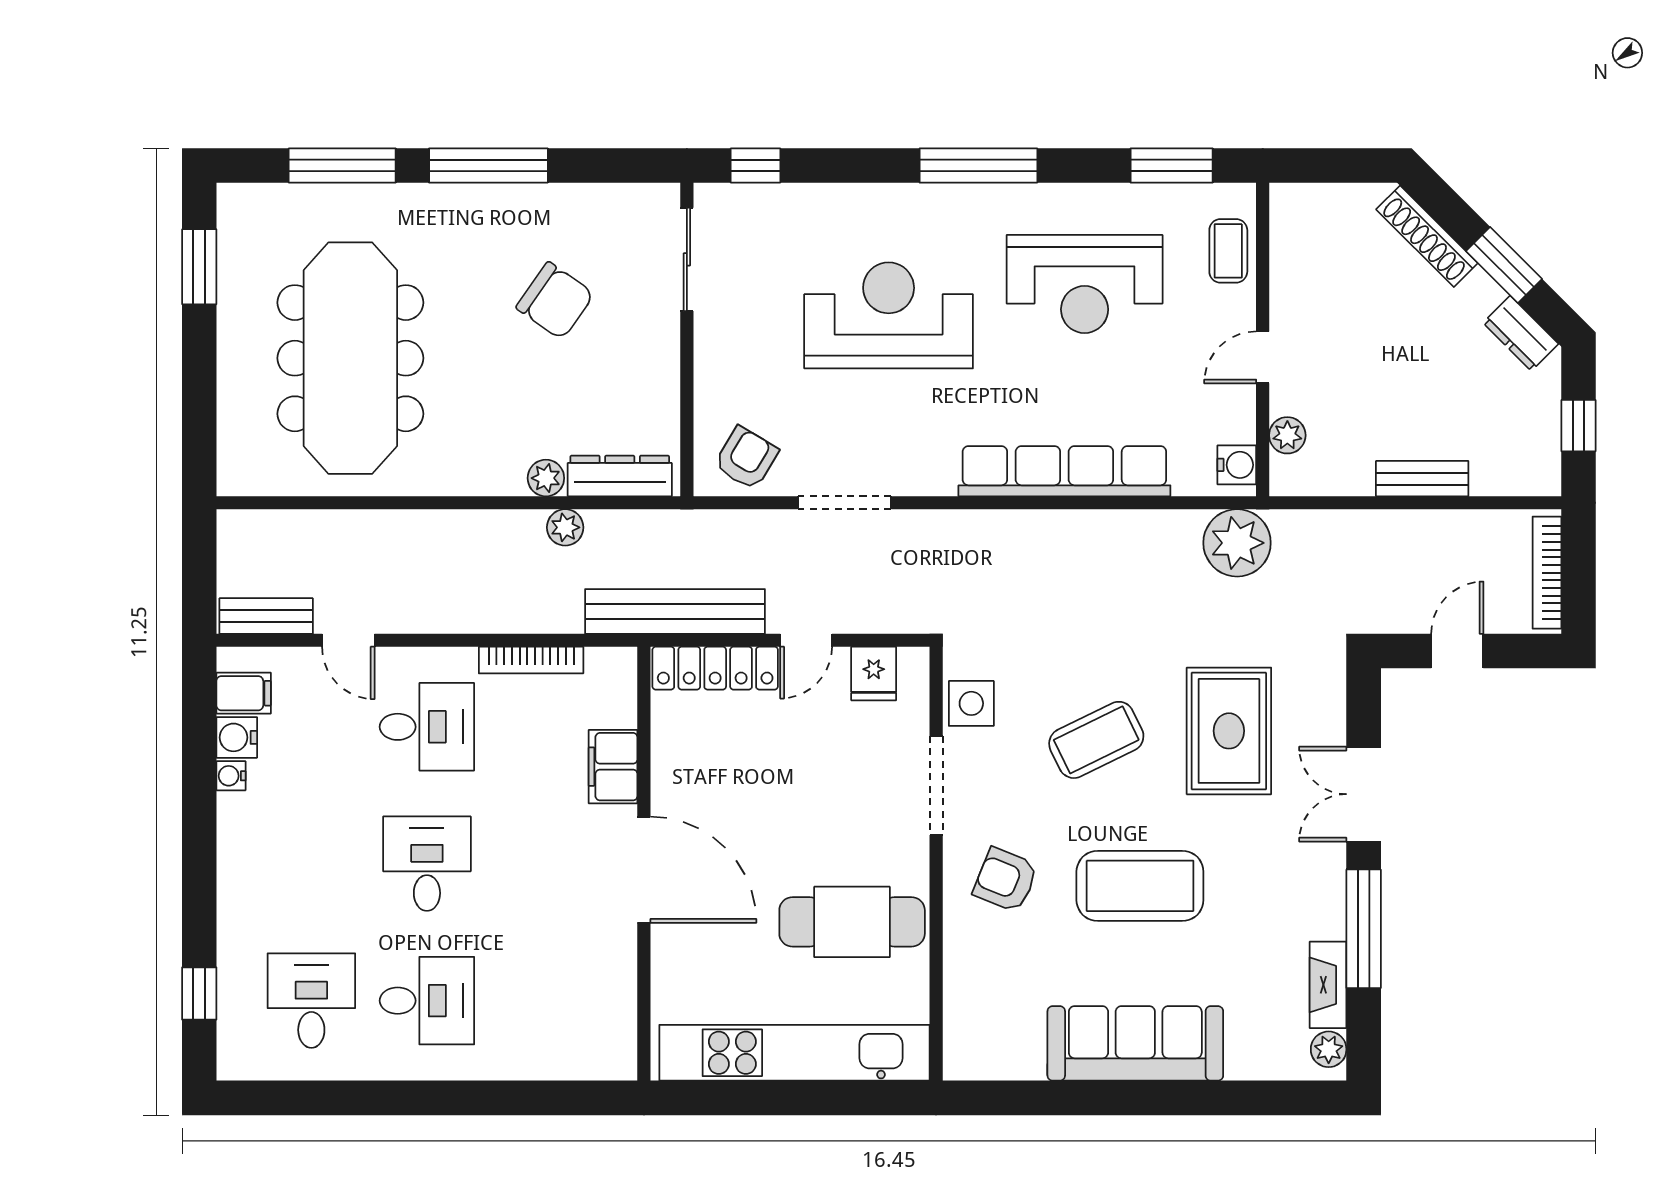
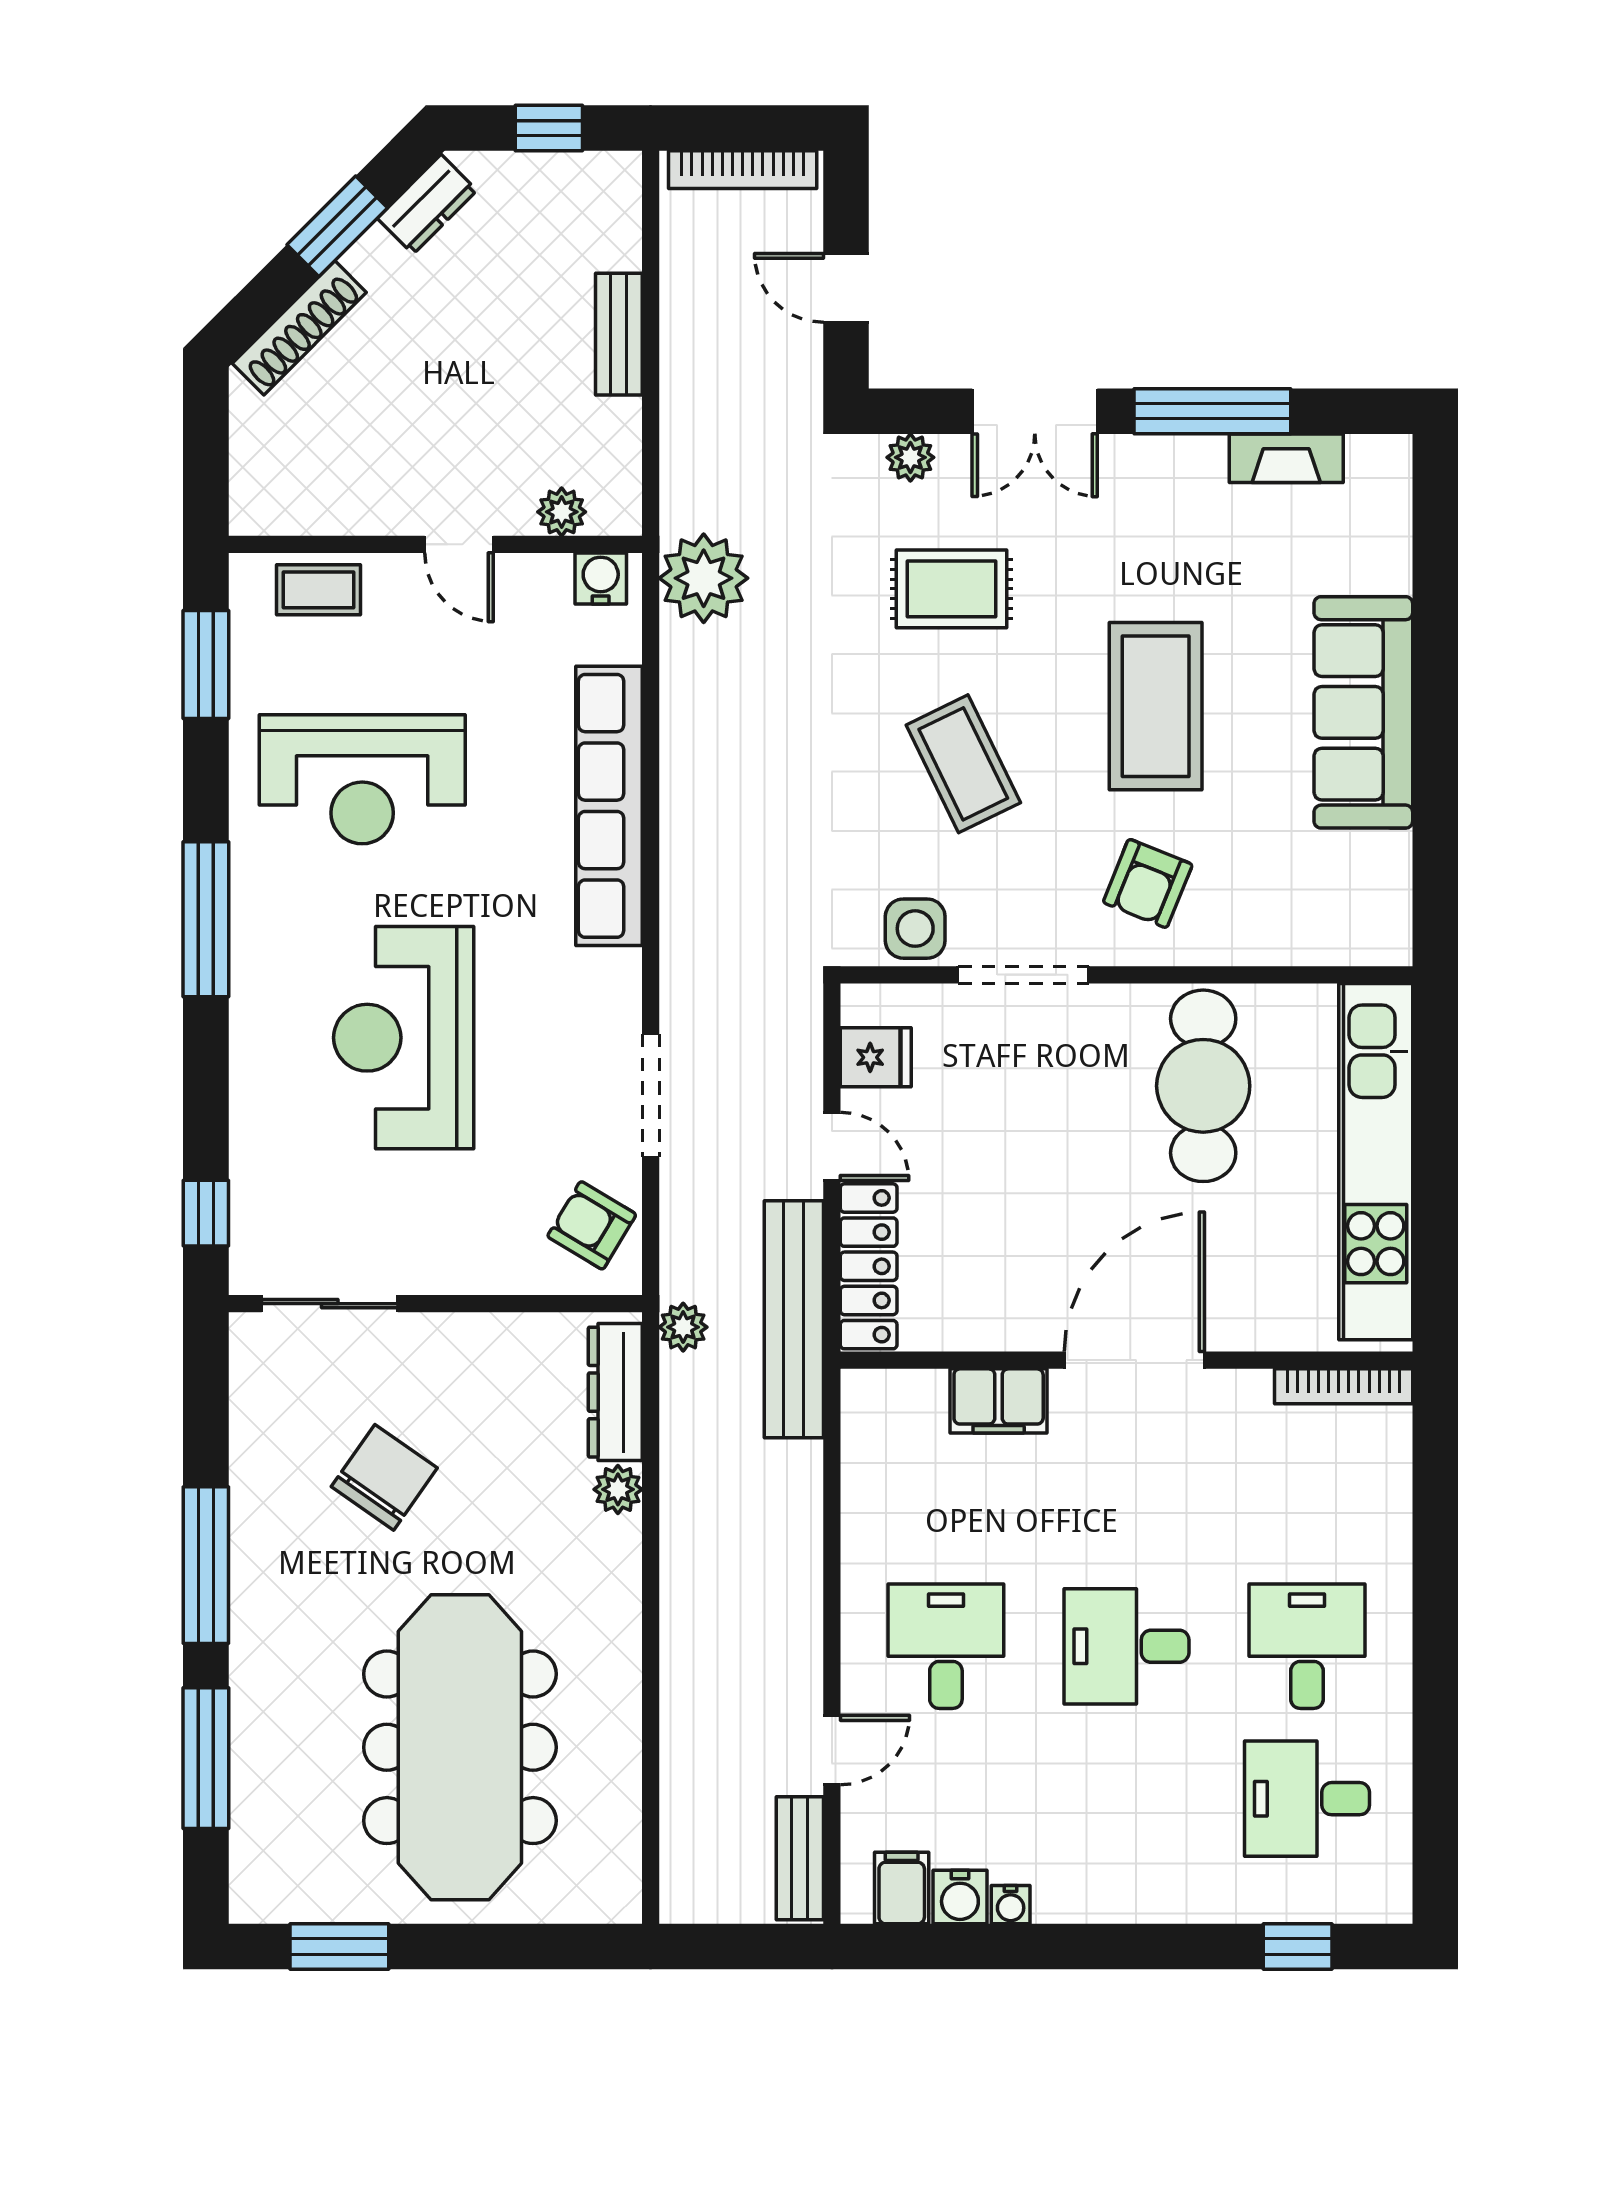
reception desk: (1085, 284) -> (362, 779), turned 90
meeting table: (350, 358) -> (460, 1747), turned 90
plant: (565, 527) -> (683, 1327), moved
bookcase: (531, 660) -> (1344, 1386), moved, turned 90
rug: (1229, 731) -> (951, 589), width x0.73, depth x0.70
plant: (1329, 1049) -> (910, 457), moved

